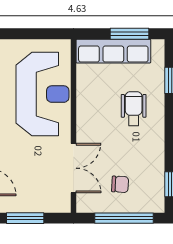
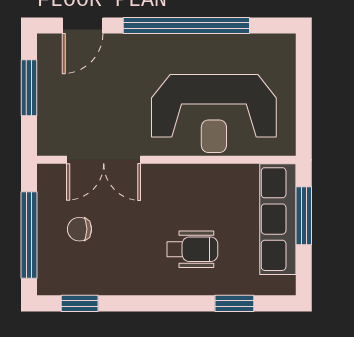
window: (129, 34) -> (304, 216), moved
chair: (120, 184) -> (80, 229), turned 87

